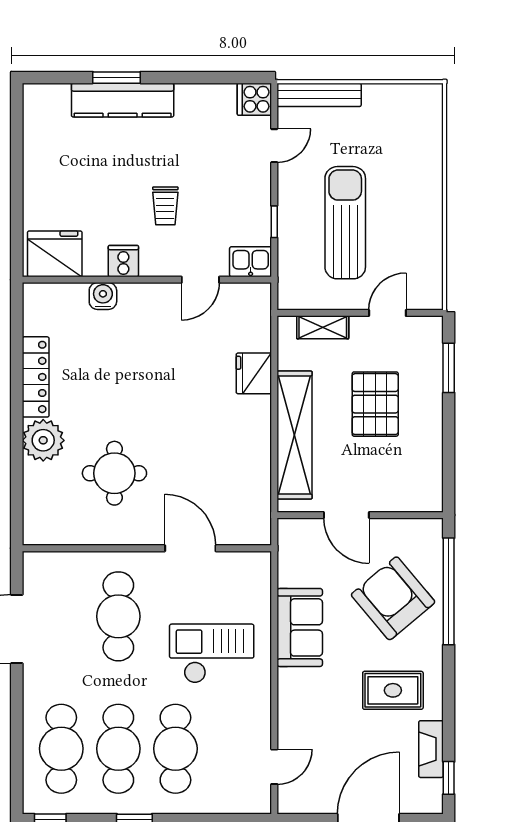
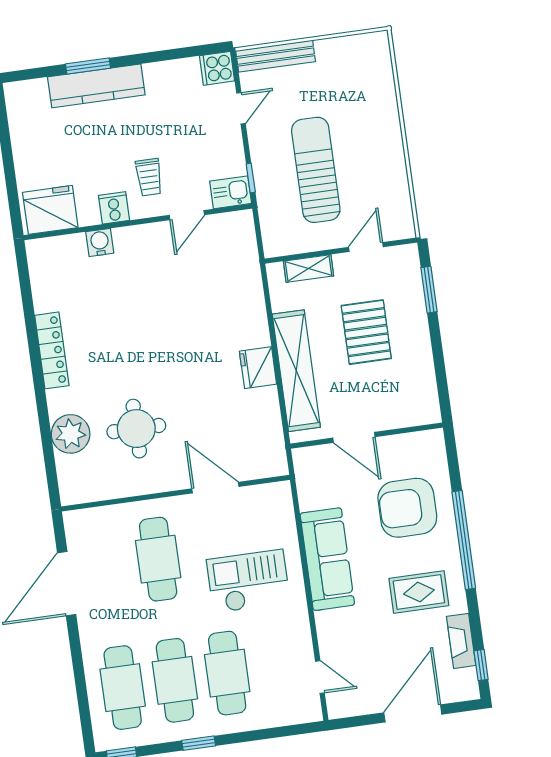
fridge: (55, 254) -> (50, 210), moved
cooker: (123, 261) -> (114, 208), moved
kitchen sink: (251, 262) -> (231, 192), moved
wall: (147, 280) -> (138, 222), moved
door: (200, 280) -> (187, 215), moved
water cooler: (103, 296) -> (100, 242), moved
fridge: (254, 373) -> (258, 368), moved
plant: (43, 440) -> (71, 434), moved
window: (449, 591) -> (464, 540), moved
armchair: (393, 598) -> (407, 508), turned -50
sofa: (300, 627) -> (327, 559), width x1.36
door: (274, 767) -> (320, 677), hinge flipped

